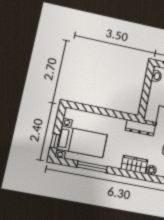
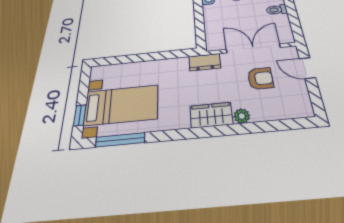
dresser: (140, 128) -> (205, 62), width x0.70
window: (92, 167) -> (120, 140), moved

